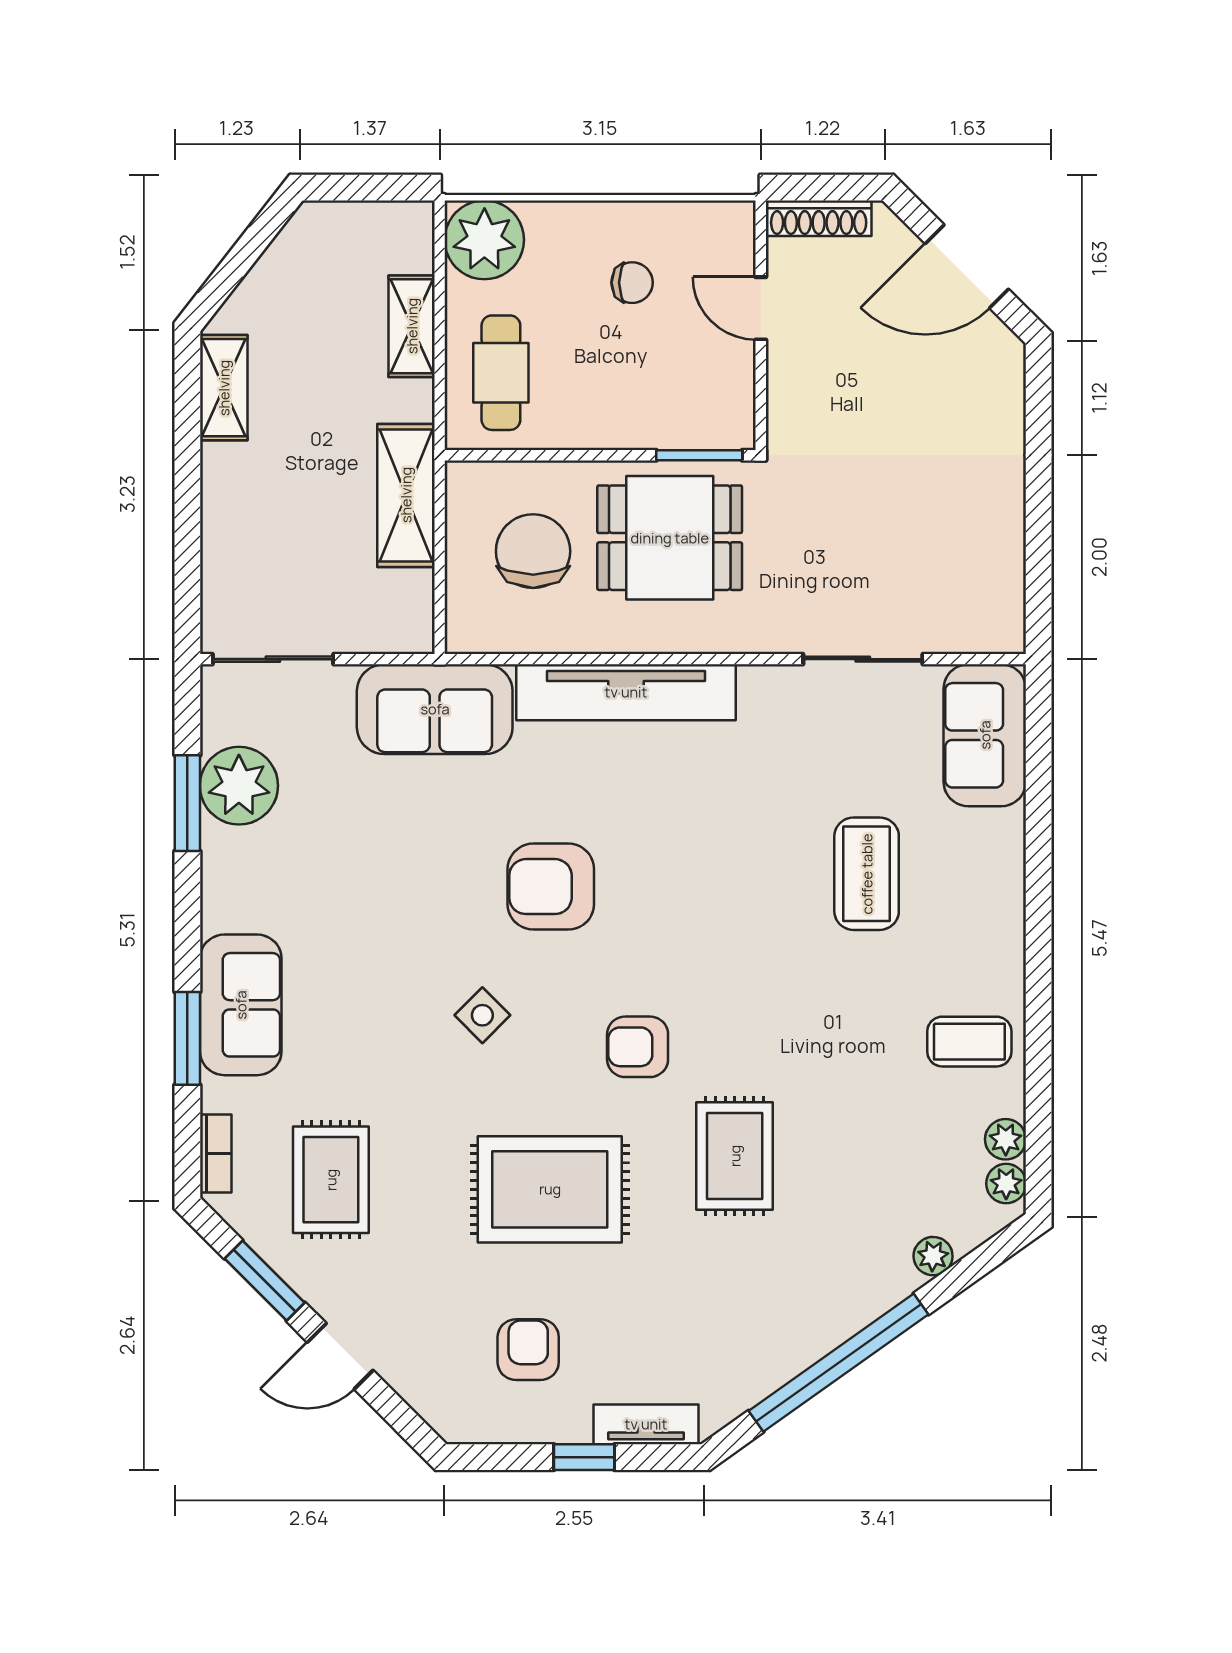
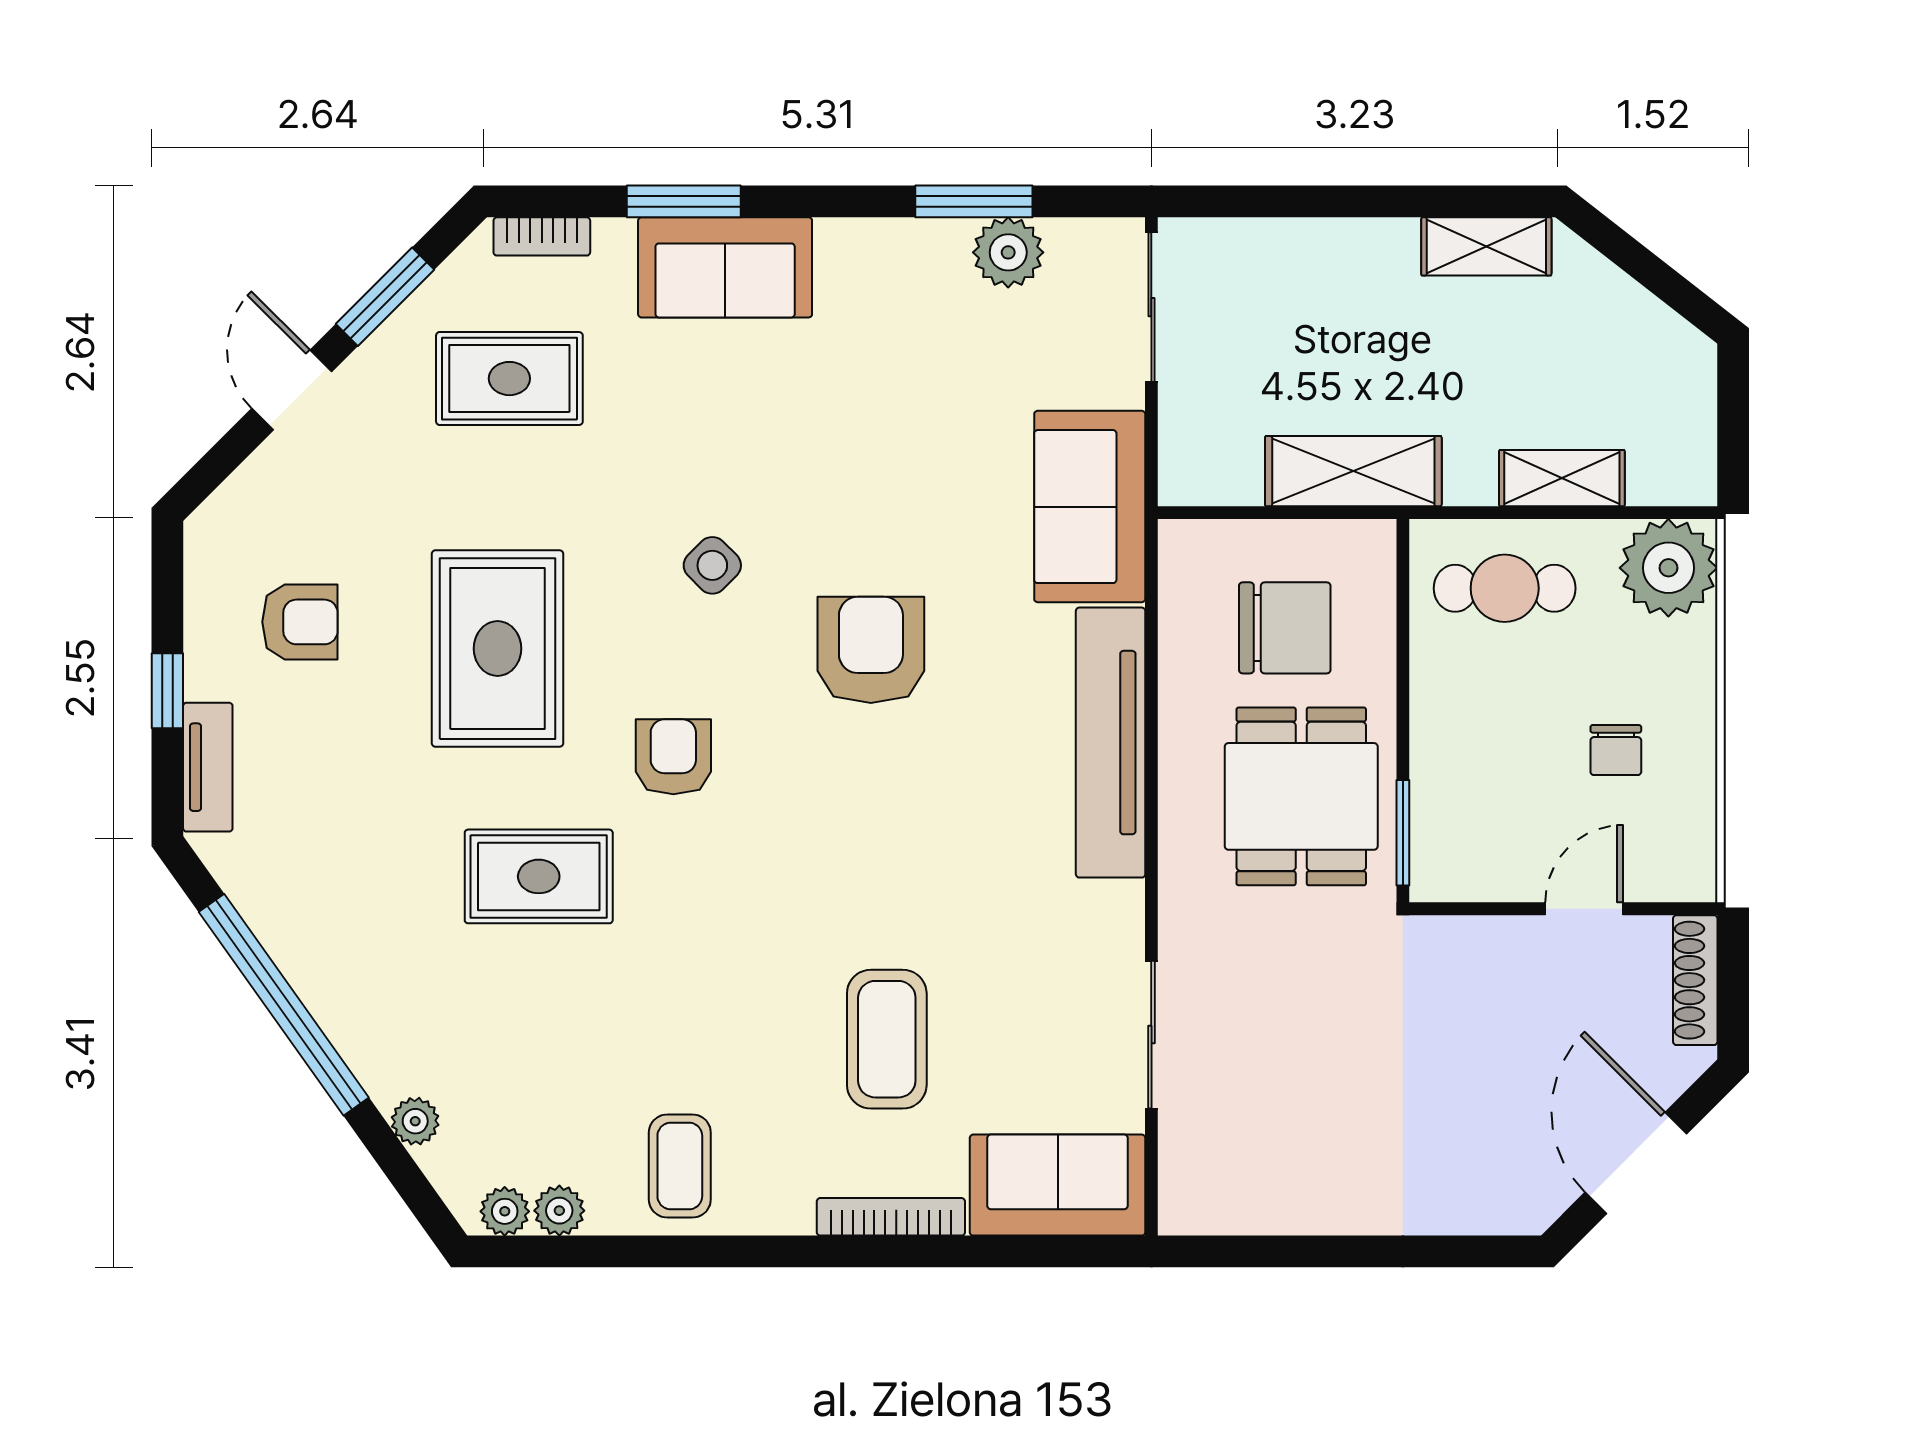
plant: (239, 786) -> (1008, 252), width x0.73, depth x0.73
bookcase: (1011, 870) -> (891, 1217), added
coffee table: (867, 874) -> (887, 1039), turned 90

